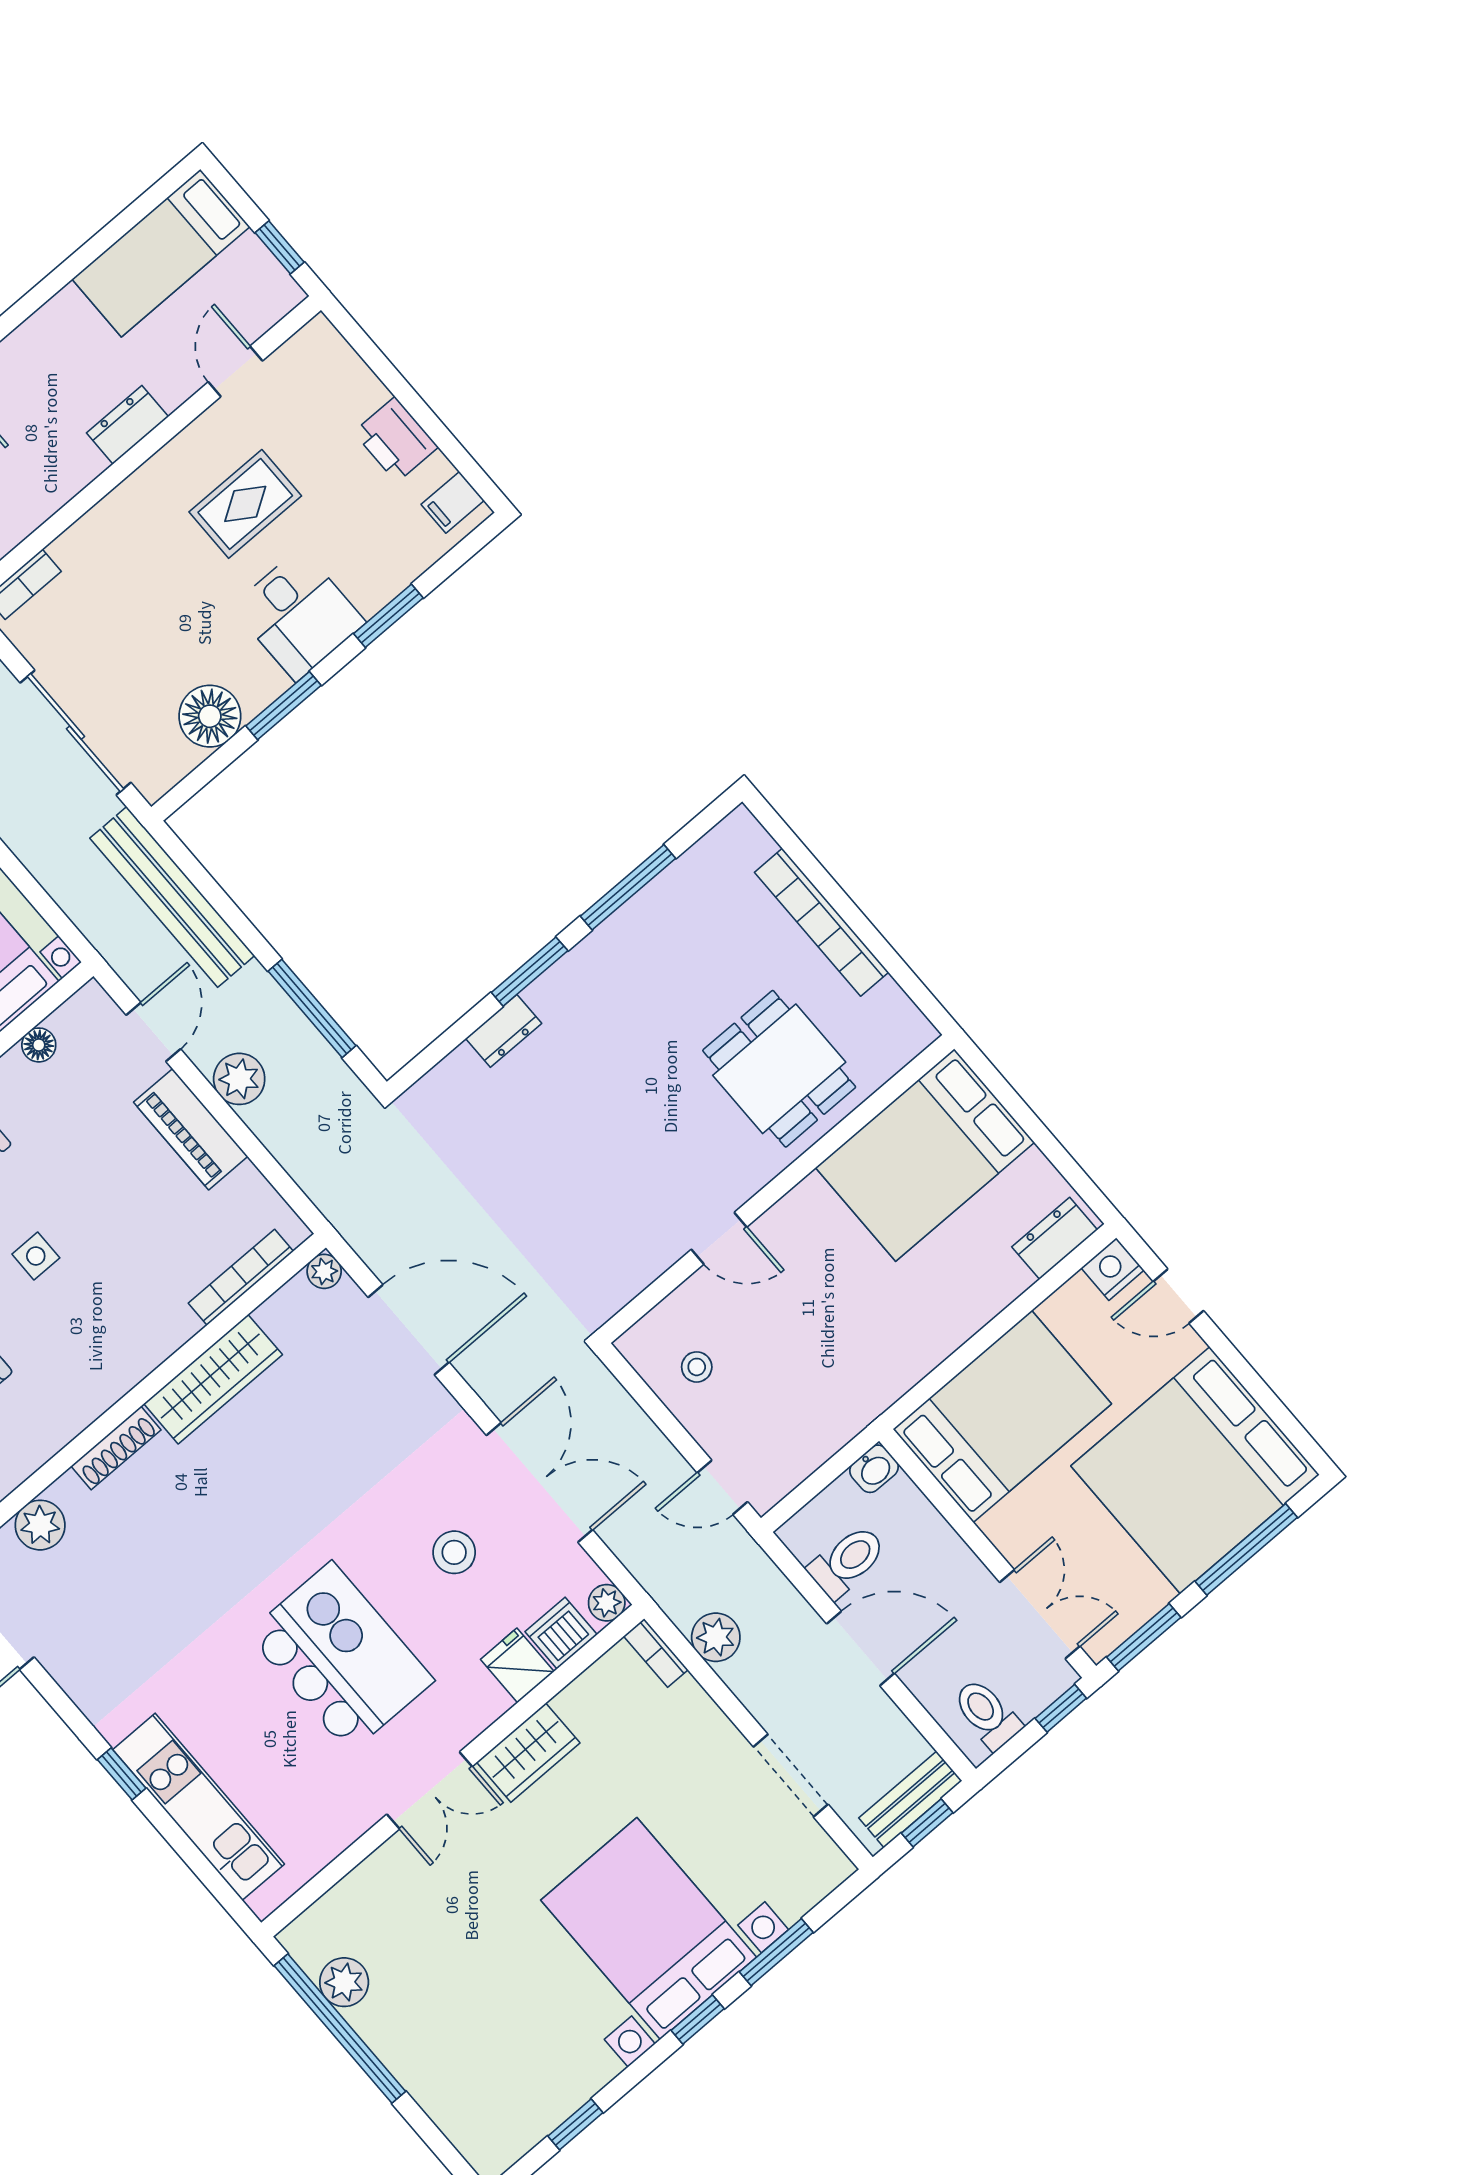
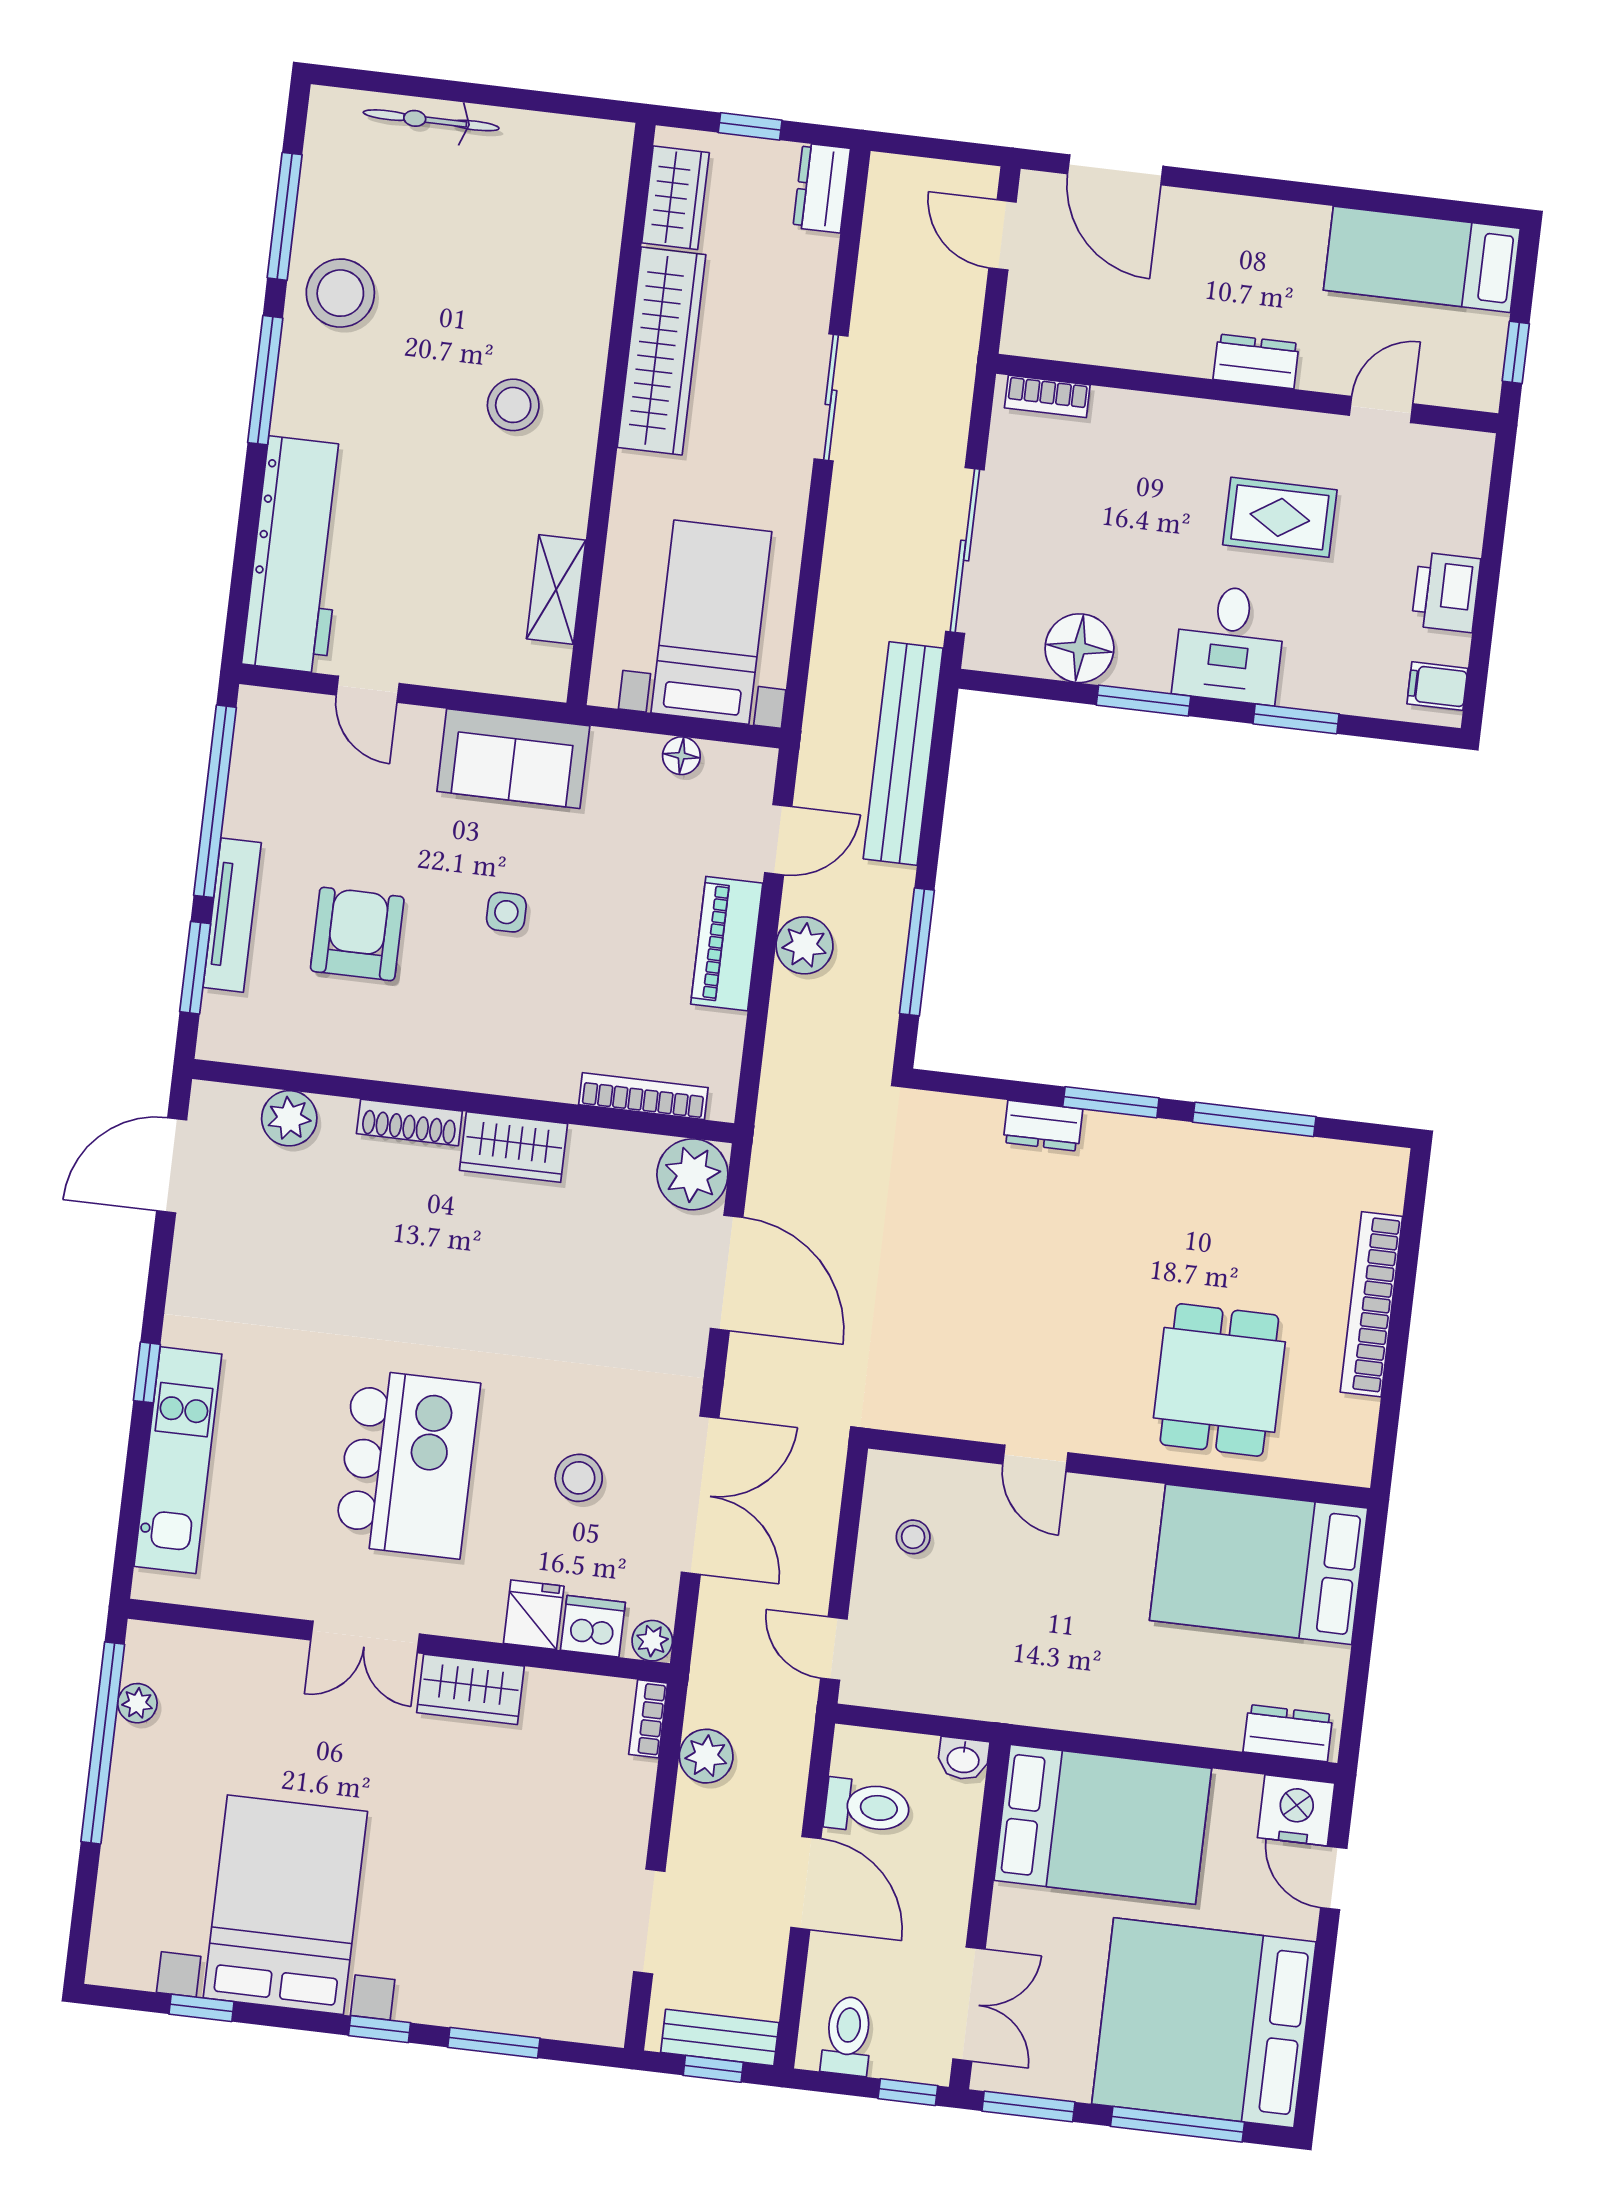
nightstand: (1113, 1269) -> (1296, 1810), width x1.36, depth x1.33
plant: (324, 1271) -> (692, 1174), width x1.87, depth x1.87
wardrobe: (213, 1379) -> (514, 1147), width x0.67
bed with nightstands: (649, 1929) -> (285, 1905), moved
plant: (344, 1982) -> (137, 1703), width x0.73, depth x0.73

